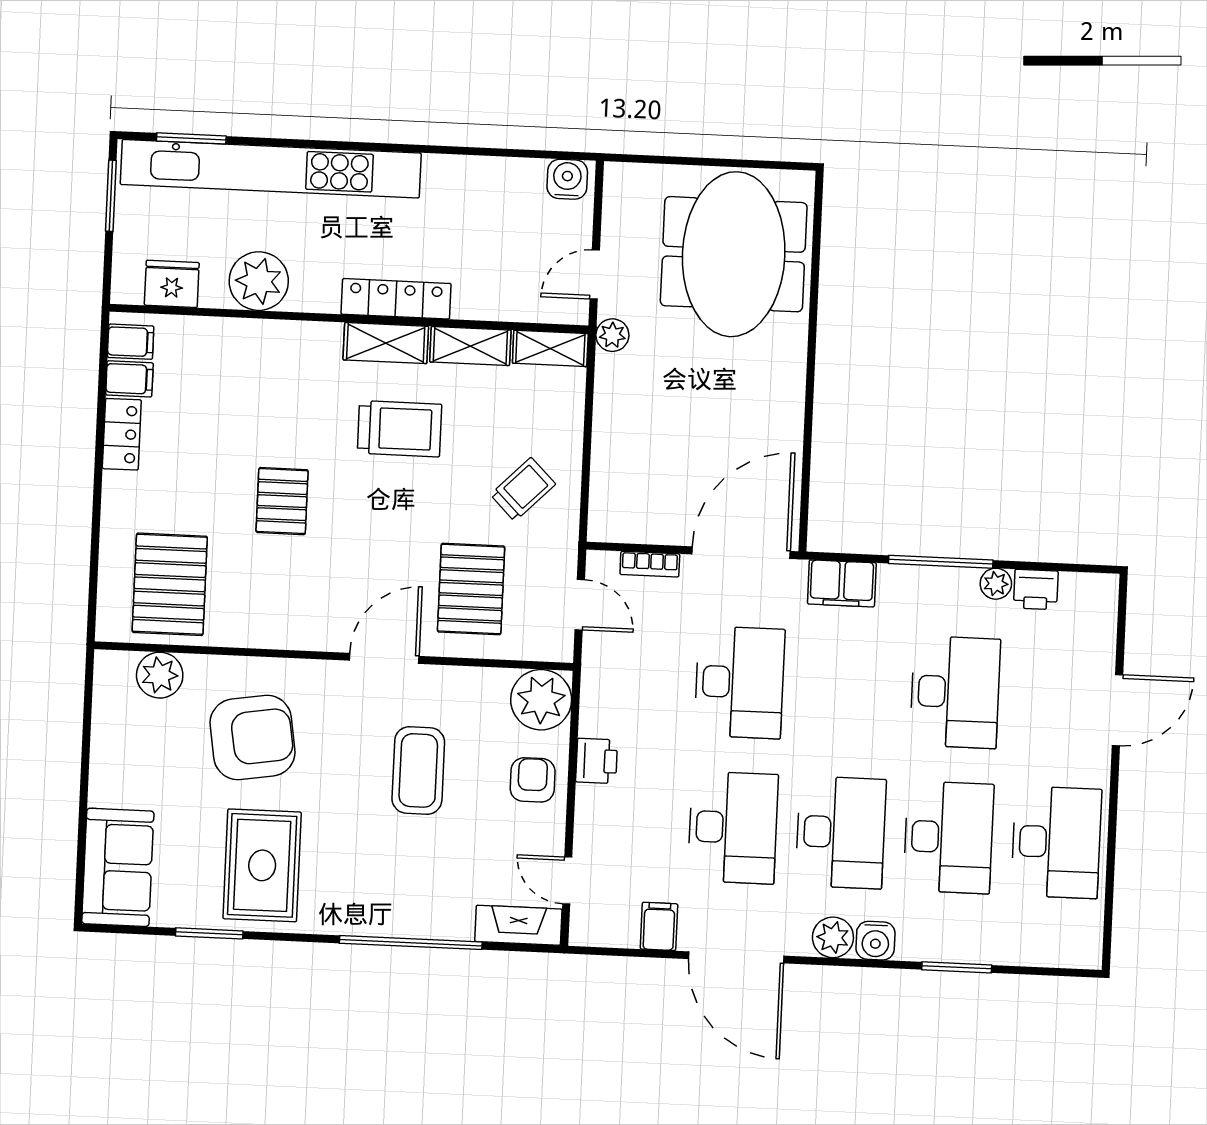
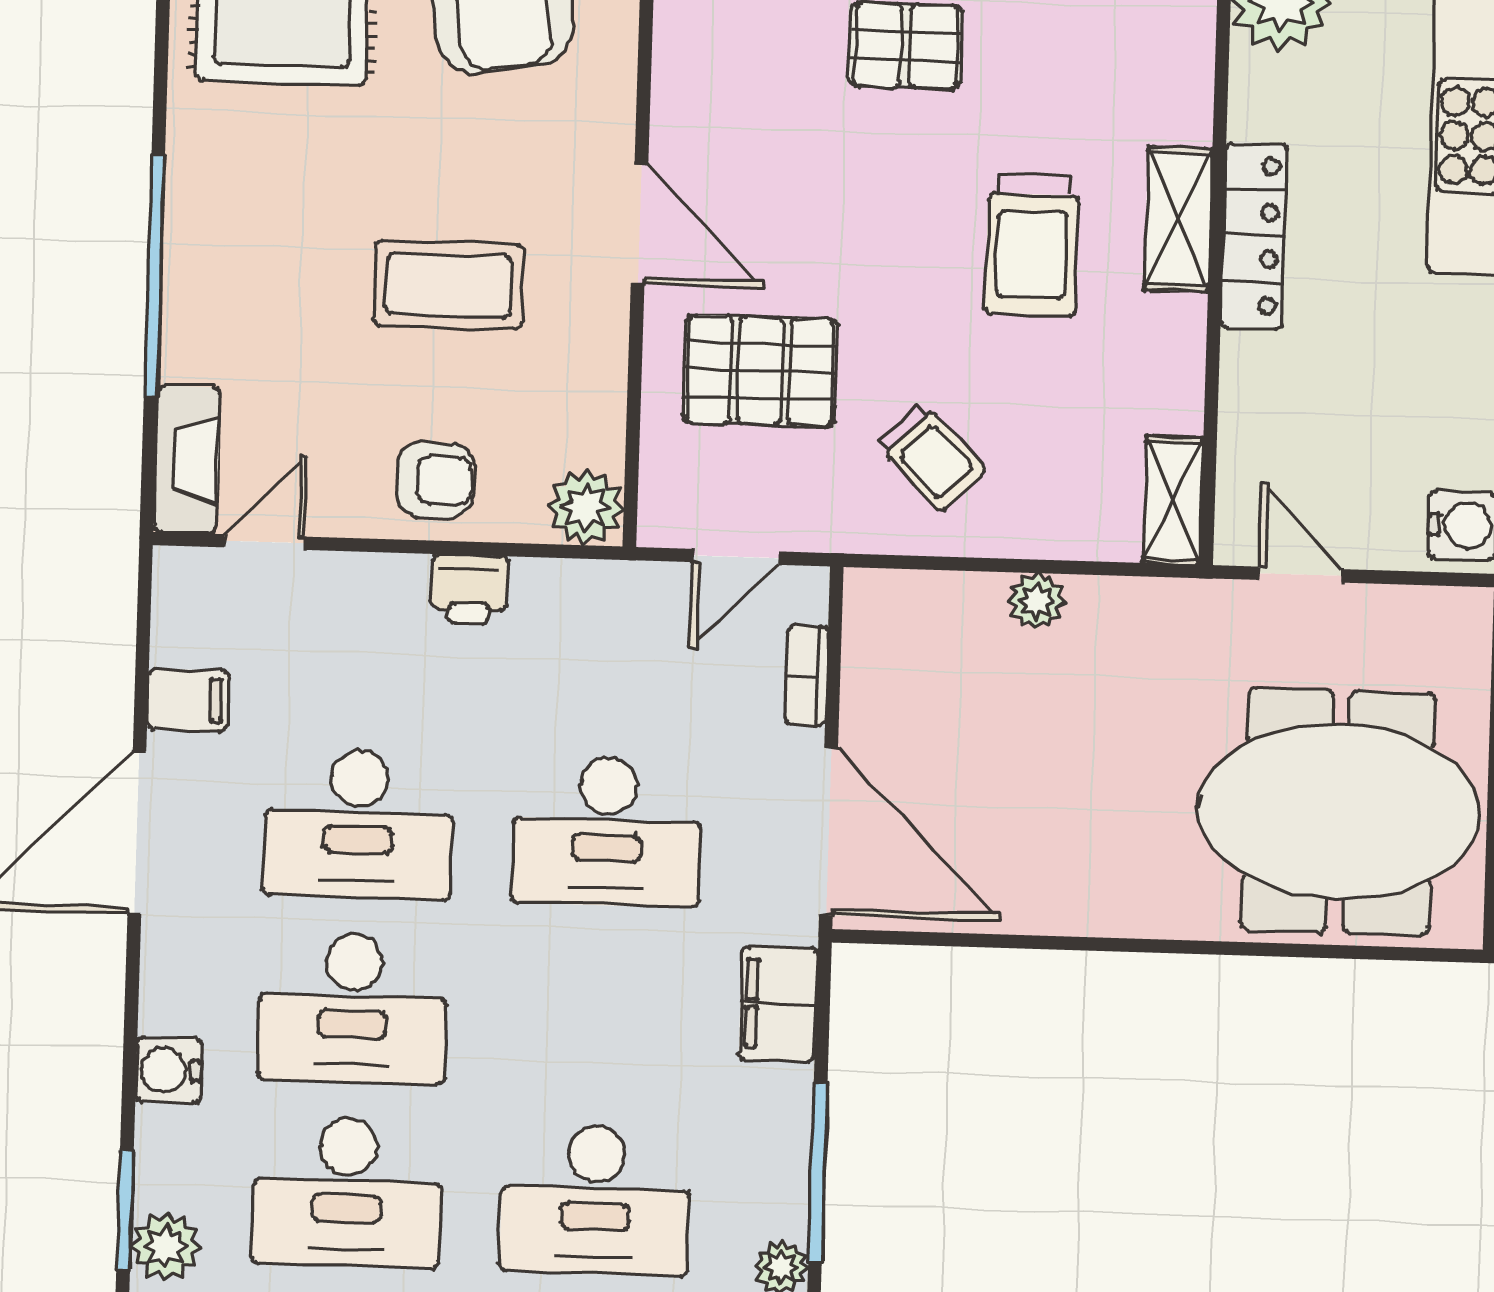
plant: (612, 335) -> (1036, 601), moved
shelving: (470, 346) -> (1175, 364), removed
plant: (541, 700) -> (586, 507), width x0.73, depth x0.73
plant: (833, 937) -> (166, 1246), moved

